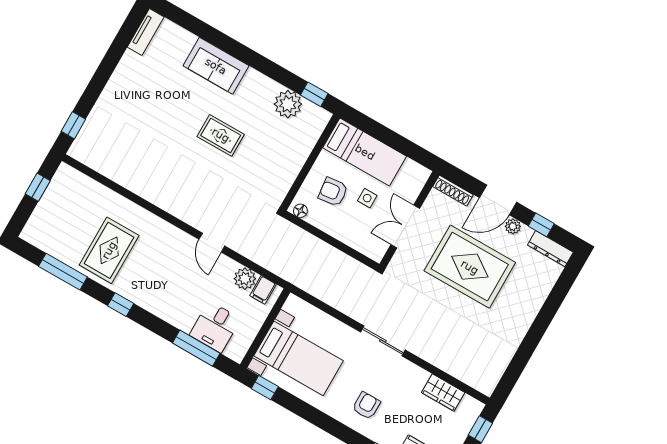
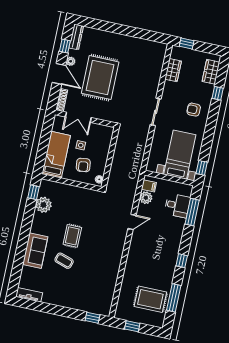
coffee table: (184, 108) -> (64, 261), added
double door: (405, 226) -> (78, 117), moved
rug: (109, 250) -> (150, 299), moved

